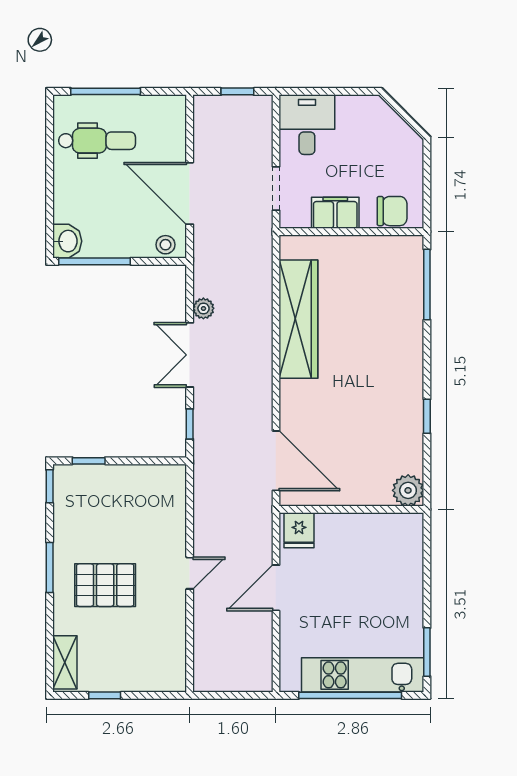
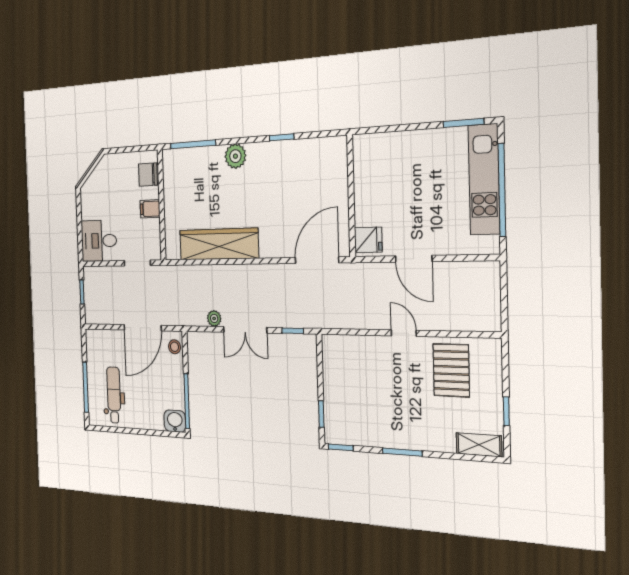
chair: (392, 211) -> (148, 175), turned -90
filing cabinet: (335, 213) -> (150, 209), width x0.50
plant: (408, 490) -> (235, 156), moved
pallet: (105, 585) -> (451, 370), moved

